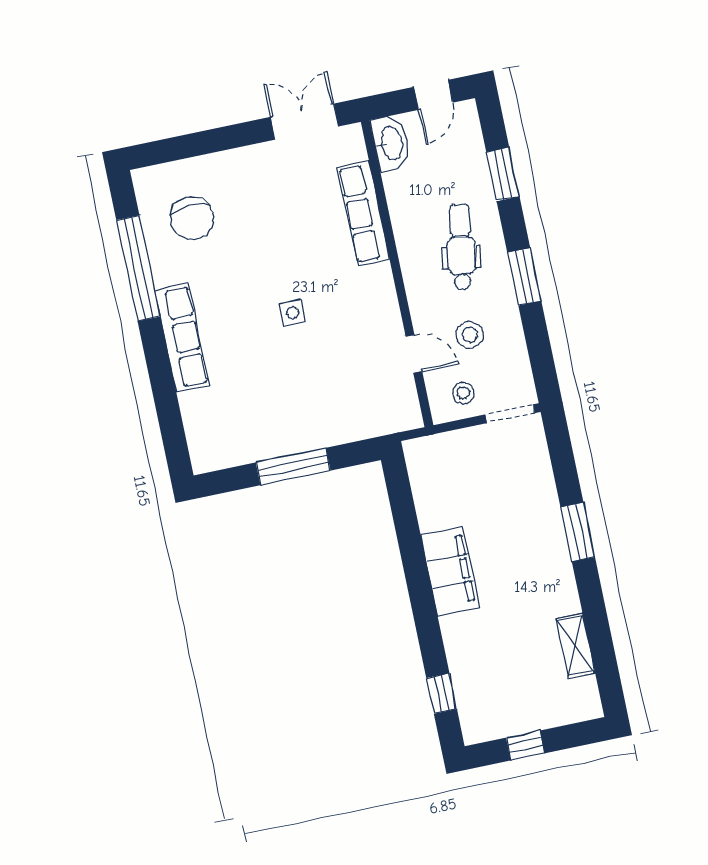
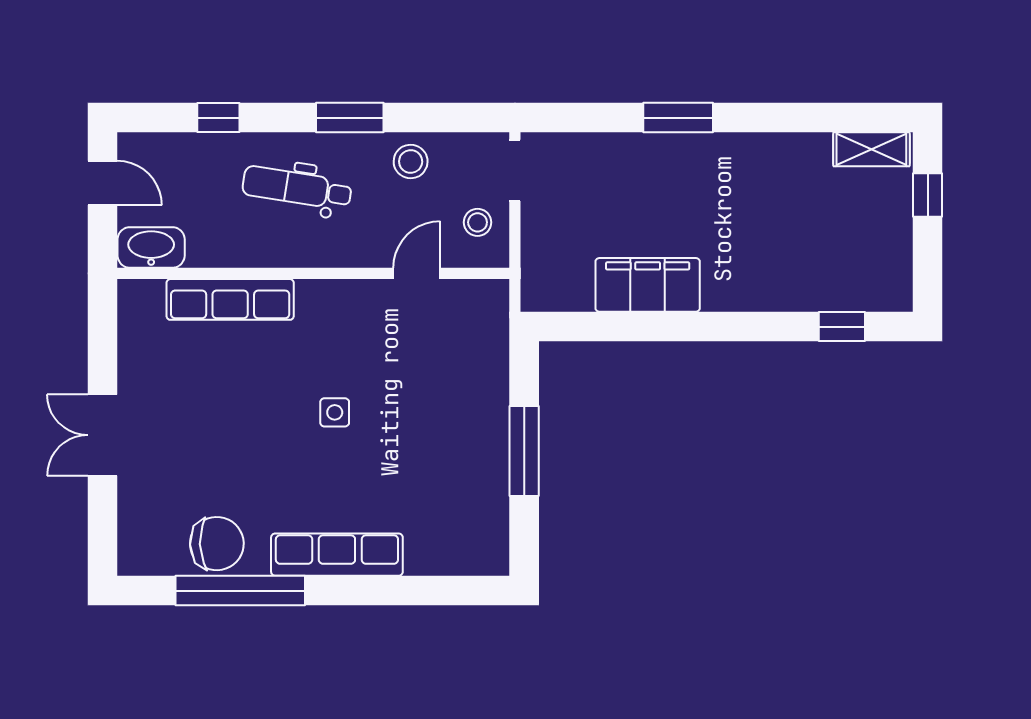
double door: (304, 122) -> (102, 435), moved
window: (503, 174) -> (218, 118), width x0.67
chair: (192, 218) -> (217, 544), moved
stool: (470, 335) -> (411, 162), moved
filing cabinet: (450, 571) -> (648, 285), moved
shelving: (576, 646) -> (871, 149), moved
window: (525, 746) -> (928, 195), moved

